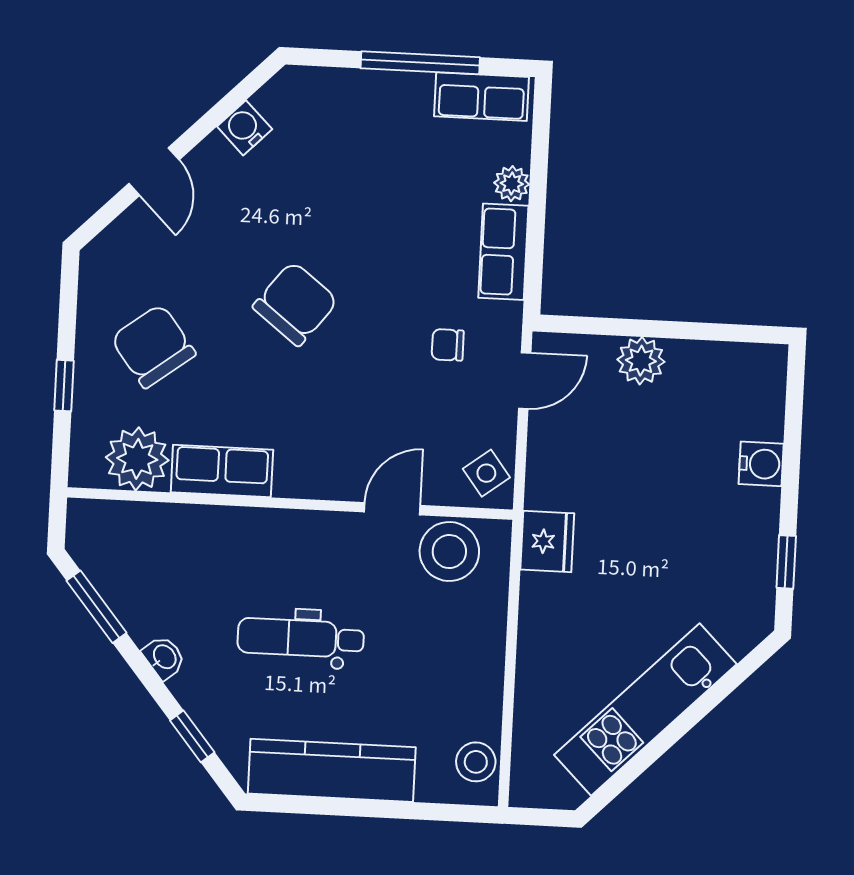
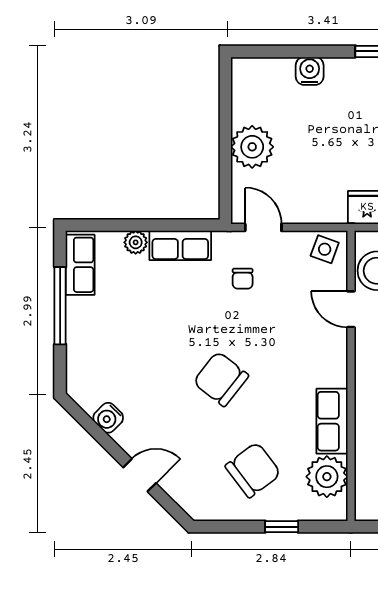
chair: (153, 346) -> (253, 470), turned 180
plant: (641, 361) -> (252, 147), width x1.36, depth x1.36
side table: (486, 473) -> (325, 249), turned -33

